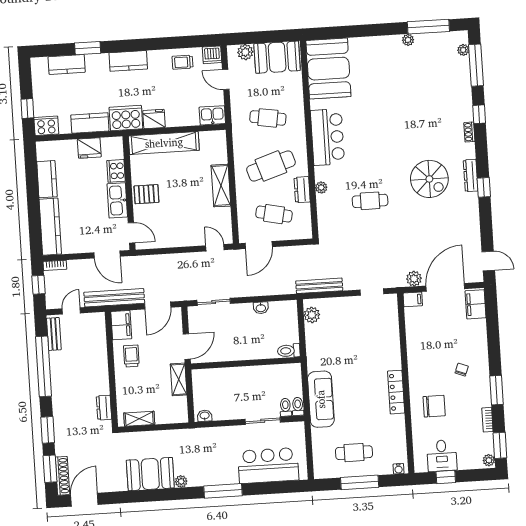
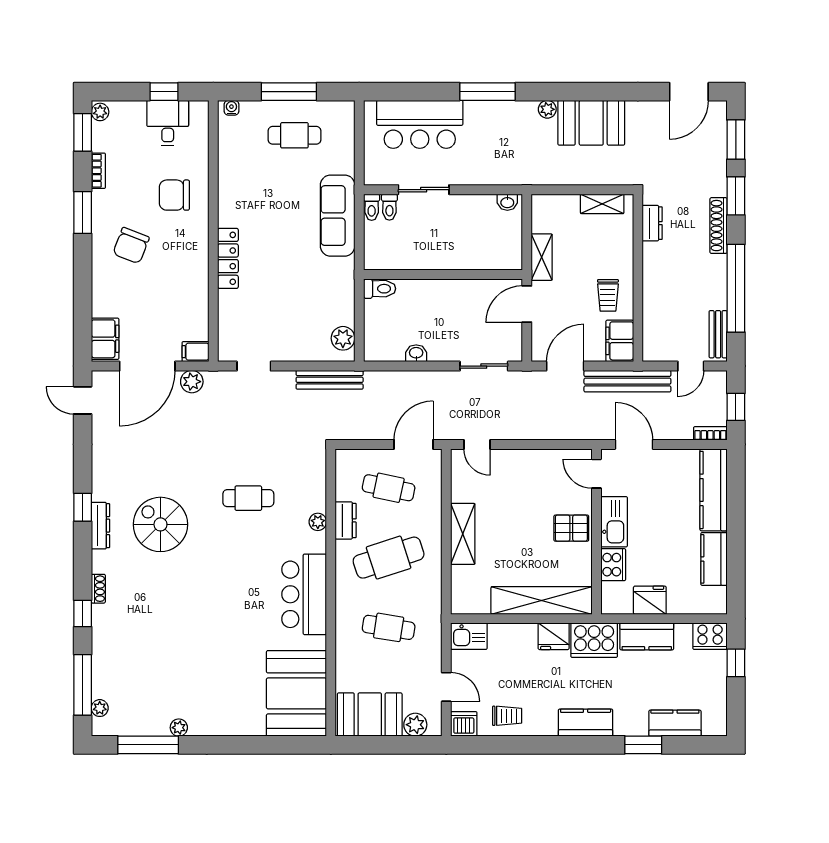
chair: (462, 370) -> (131, 246), width x1.87, depth x1.87
locker: (396, 392) -> (228, 258), moved
shoe rack: (62, 476) -> (719, 226), moved

